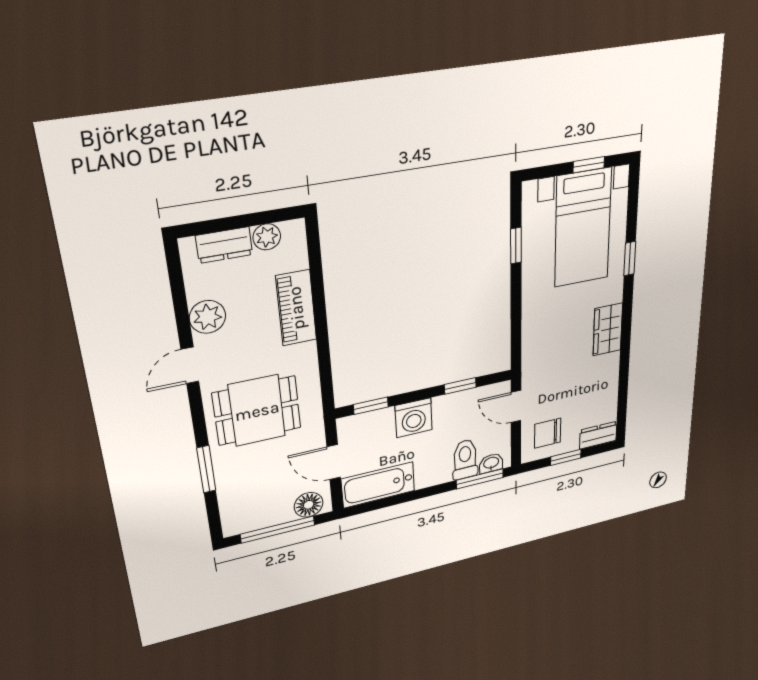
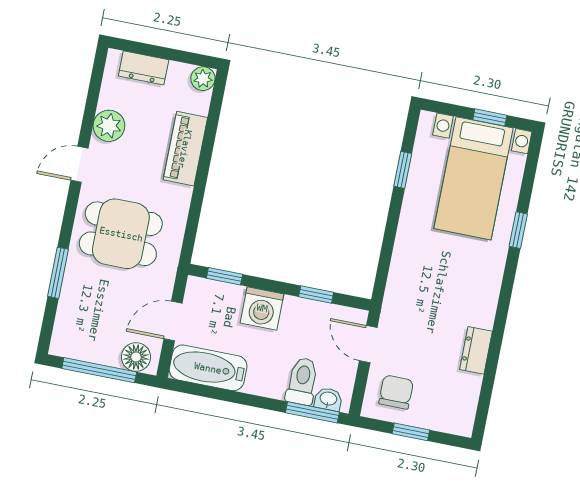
plant: (267, 237) -> (203, 79), moved
wardrobe: (608, 329) -> (483, 299), removed
chair: (548, 433) -> (396, 392), turned 90
dresser: (598, 435) -> (476, 350), moved, turned -90
door: (334, 462) -> (173, 321), hinge flipped

